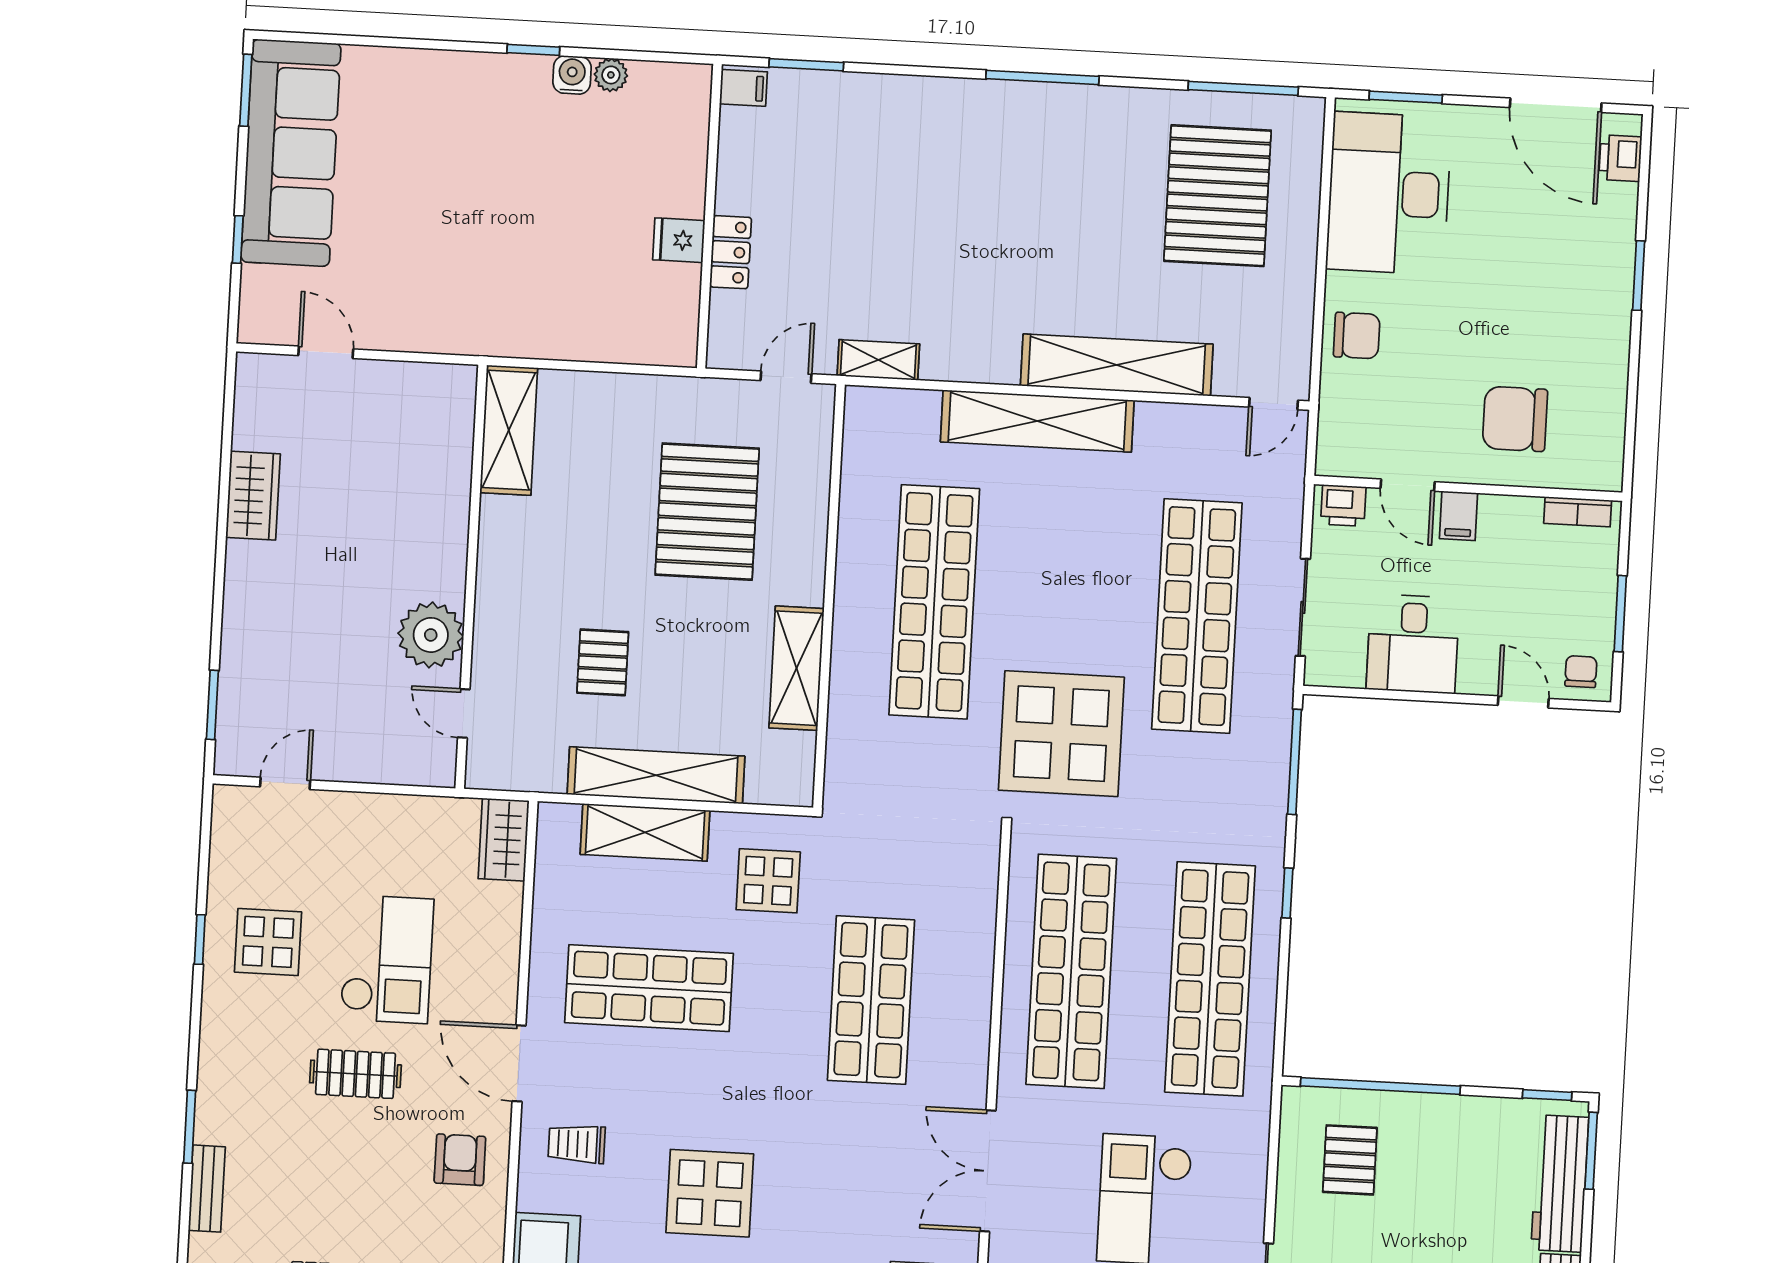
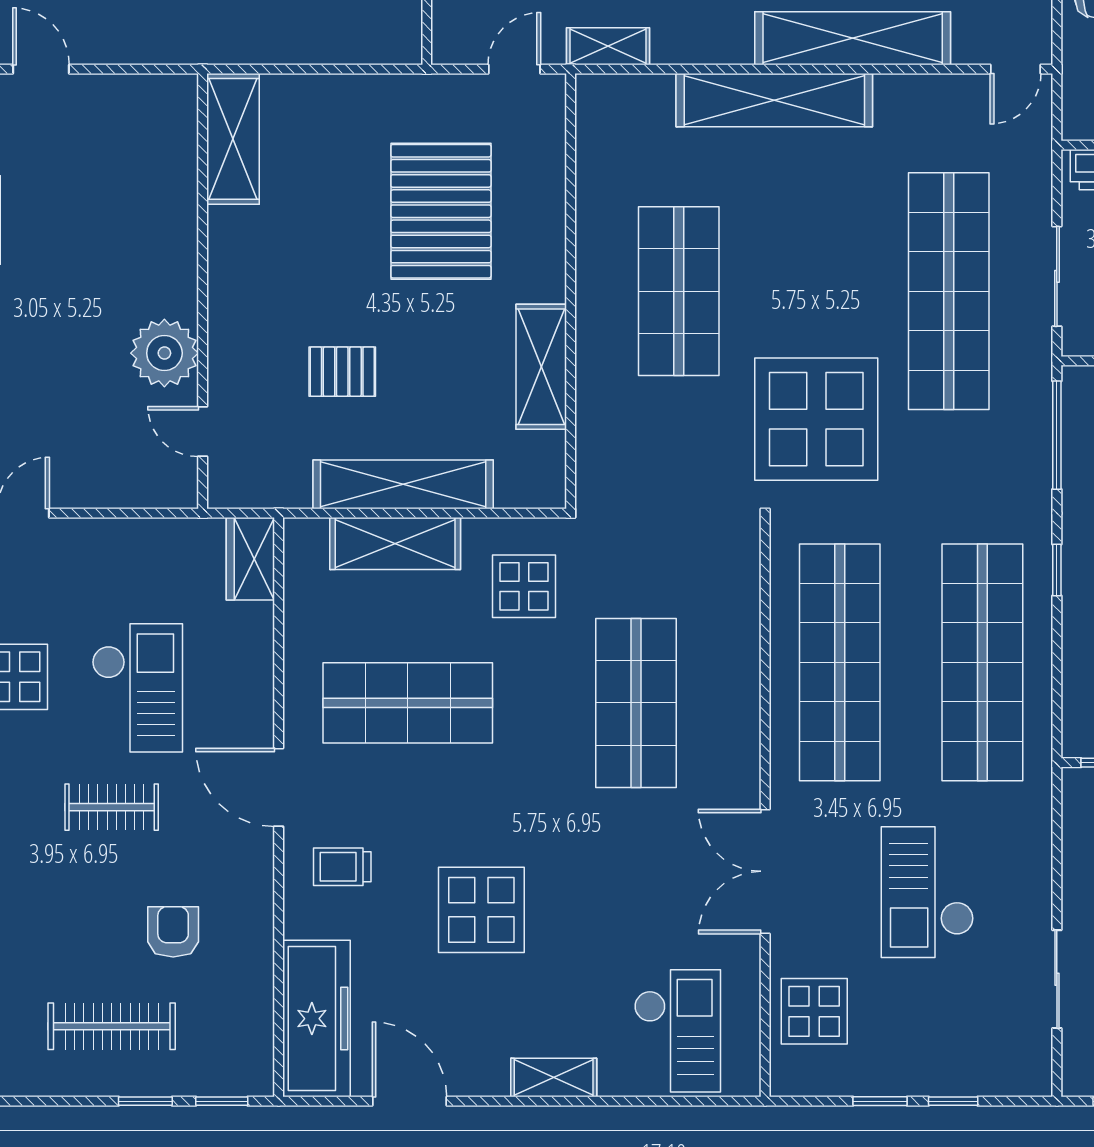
shop shelf: (934, 602) -> (679, 291), width x0.71
pallet: (603, 662) -> (342, 372), turned 90
armchair: (460, 1160) -> (173, 932), moved

